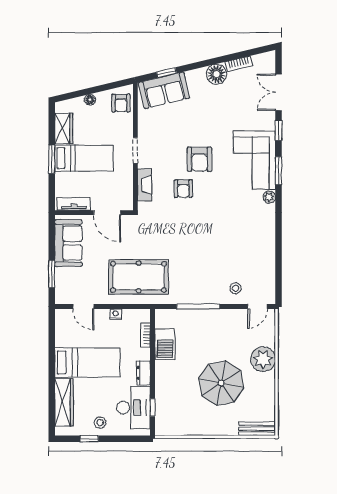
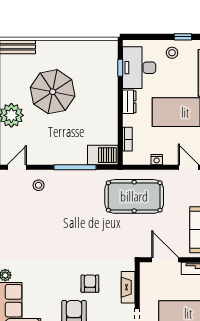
barbecue: (165, 344) -> (103, 155), moved, turned 90

